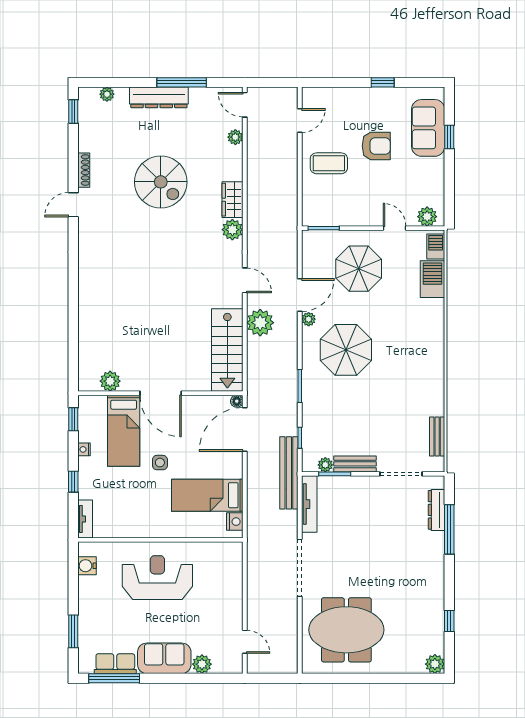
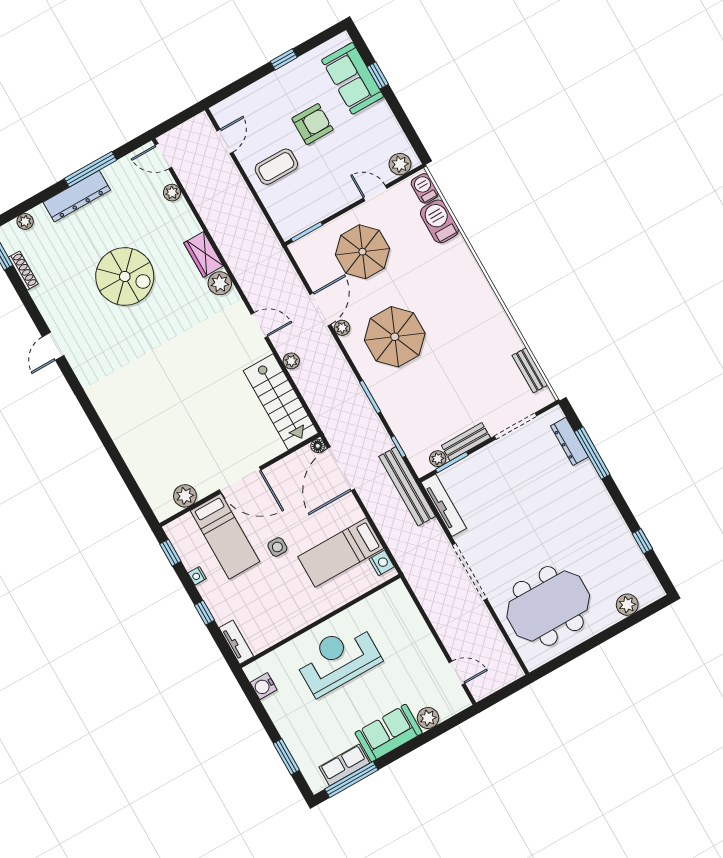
shoe rack: (84, 170) -> (23, 271), moved
plant: (260, 323) -> (291, 361), width x0.53, depth x0.53
plant: (435, 664) -> (627, 605), moved

